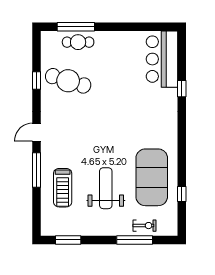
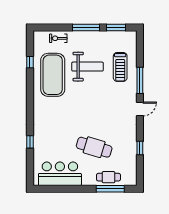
bar counter: (162, 59) -> (60, 174), moved, turned -90
cafe table: (68, 81) -> (94, 147), moved
treadmill: (63, 188) -> (120, 67), turned 180
weight bench: (106, 188) -> (87, 67), turned -90
window: (135, 240) -> (86, 27), moved

